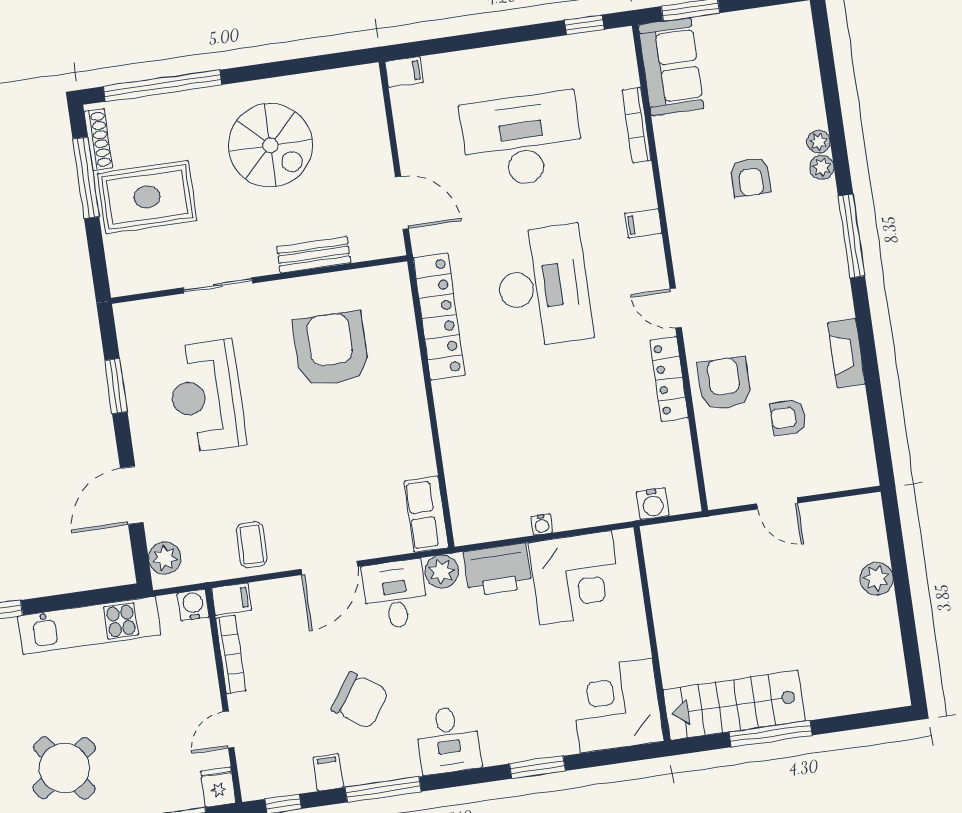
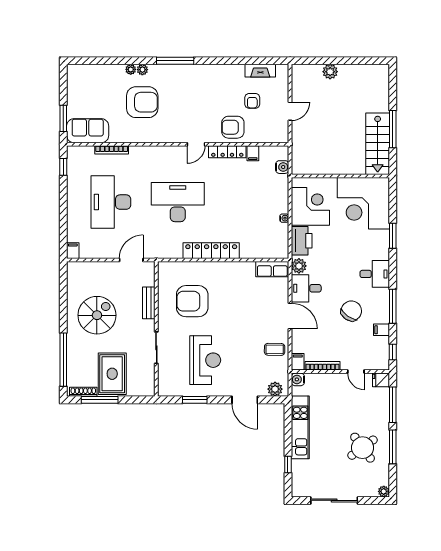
armchair: (751, 177) -> (142, 102), width x1.88, depth x1.88
filing cabinet: (643, 223) -> (253, 153), moved
locker: (439, 317) -> (211, 251), moved
fireplace: (846, 353) -> (260, 71), moved
reception desk: (206, 396) -> (205, 360), turned -90
corner desk: (617, 706) -> (363, 203), width x1.36, depth x1.36

